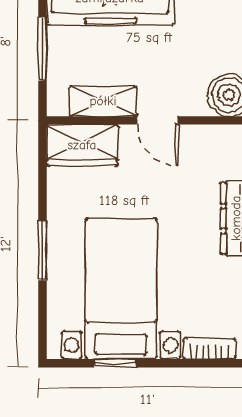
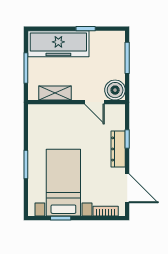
door: (158, 120) -> (94, 102), moved
wardrobe: (82, 145) -> (45, 114), removed

